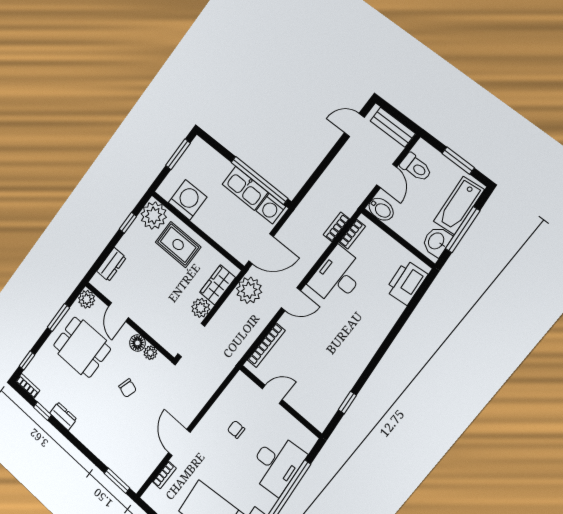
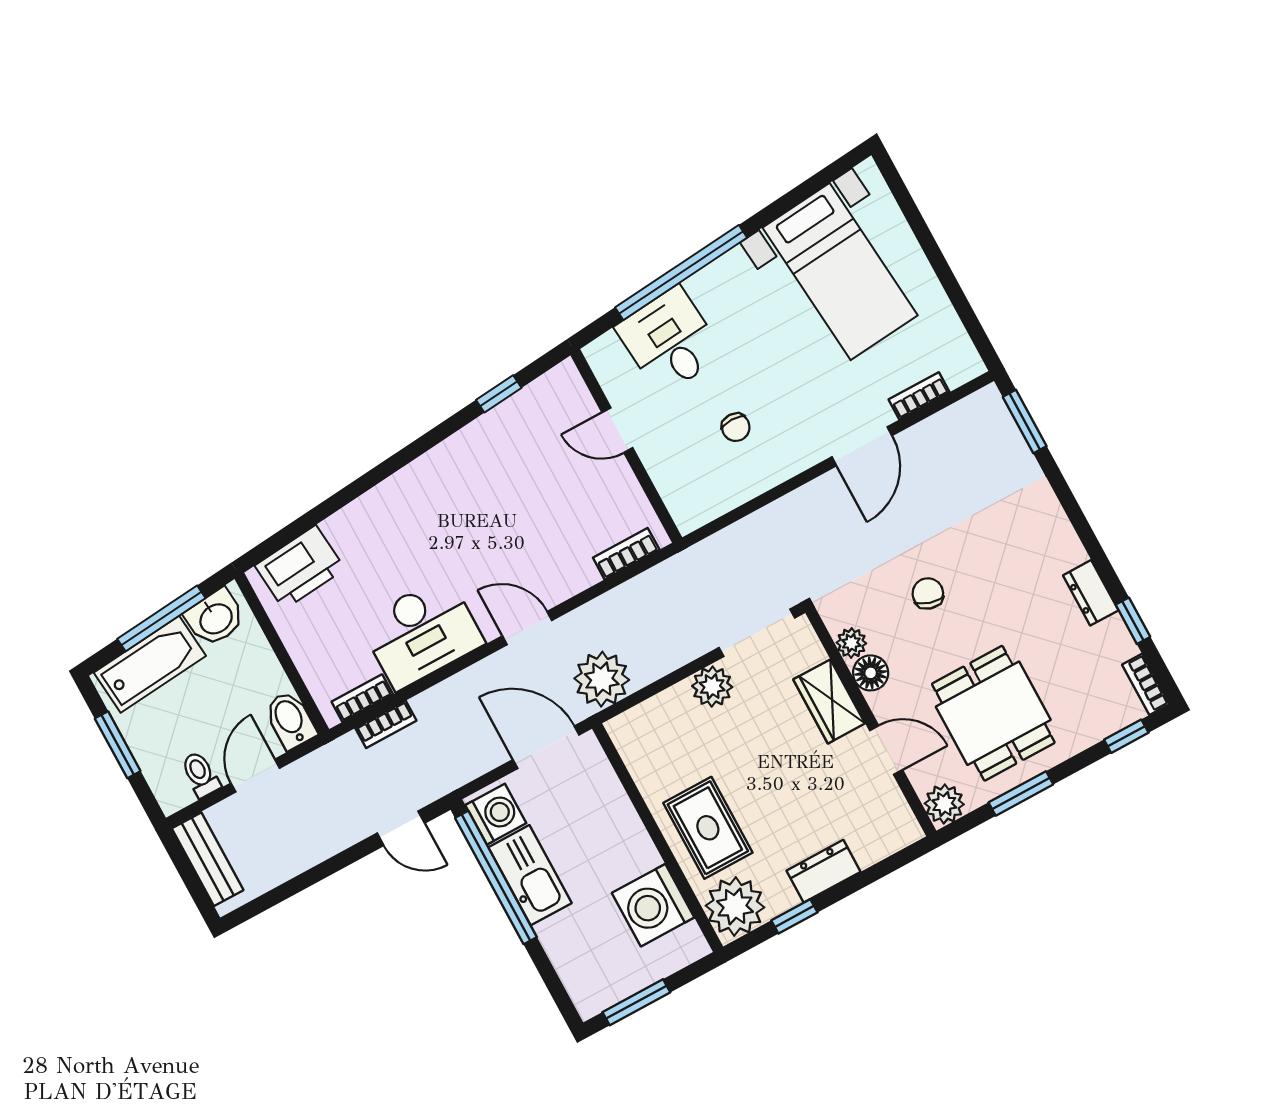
door: (354, 125) -> (401, 828), moved
toilet: (416, 167) -> (200, 774), width x0.73, depth x0.72
dresser: (111, 264) -> (823, 871), moved
wardrobe: (218, 285) -> (829, 701), moved, turned 90
door: (118, 312) -> (886, 750), hinge flipped
bookcase: (266, 345) -> (626, 554), width x0.64
door: (272, 394) -> (617, 430), moved
desk: (276, 464) -> (670, 341), width x0.73

